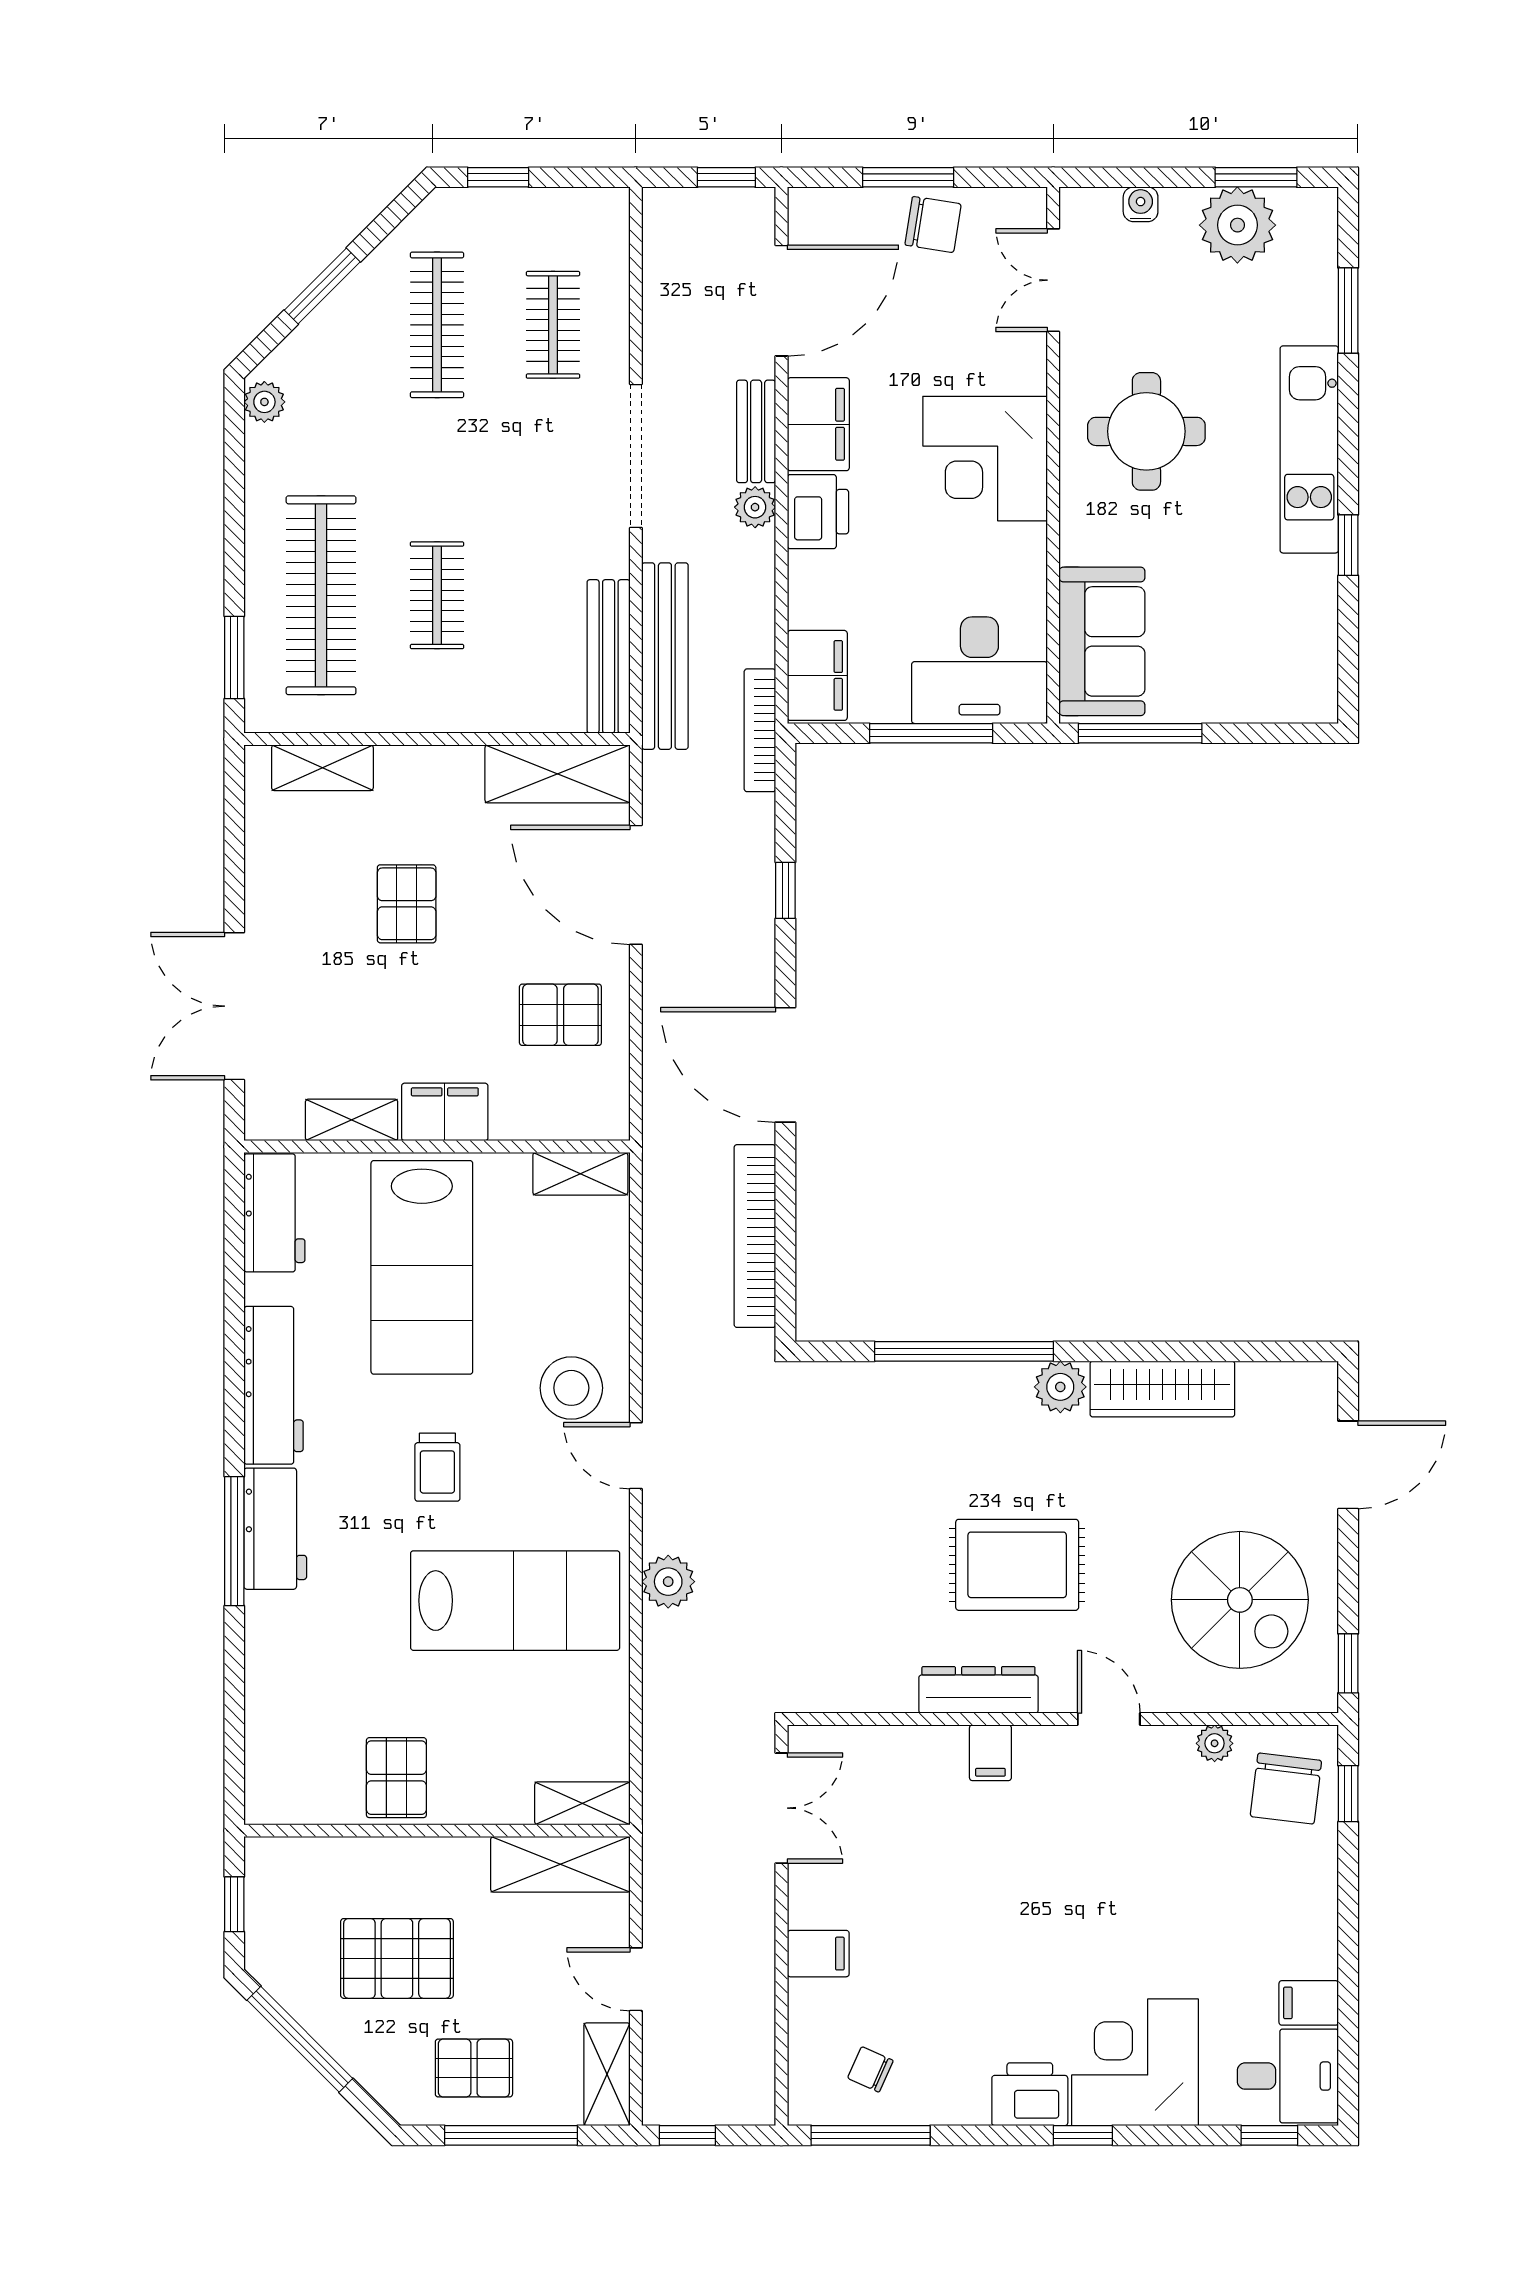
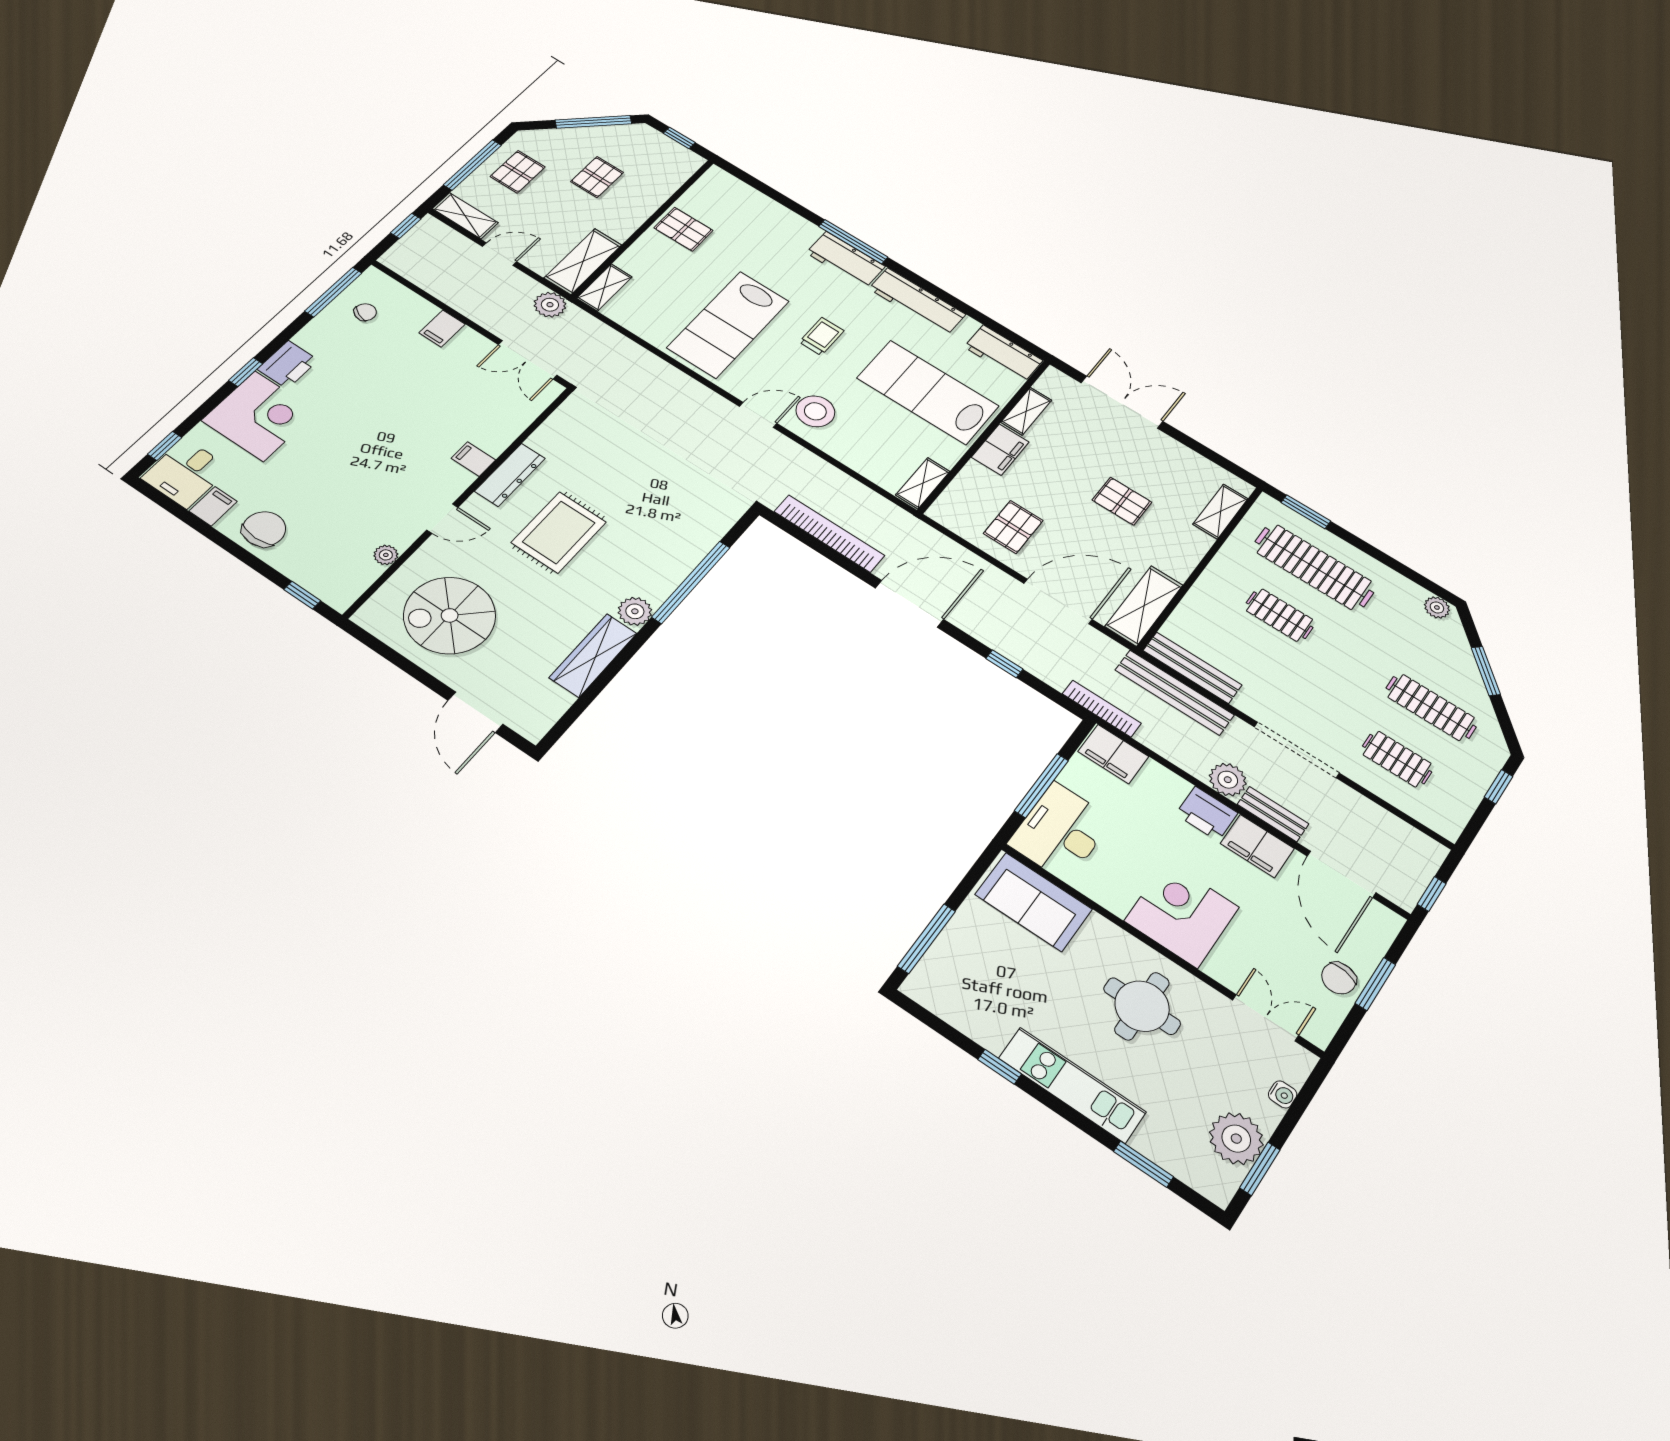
plant: (755, 507) -> (1228, 780), width x1.38, depth x1.38
window: (1140, 733) -> (926, 939), moved
trolley: (437, 1467) -> (822, 336), turned 90
plant: (668, 1582) -> (550, 305), moved
window: (1348, 1663) -> (370, 641), removed
chair: (1286, 1789) -> (264, 529), moved, turned 83
pallet: (397, 1958) -> (597, 177), width x0.67, depth x0.71

